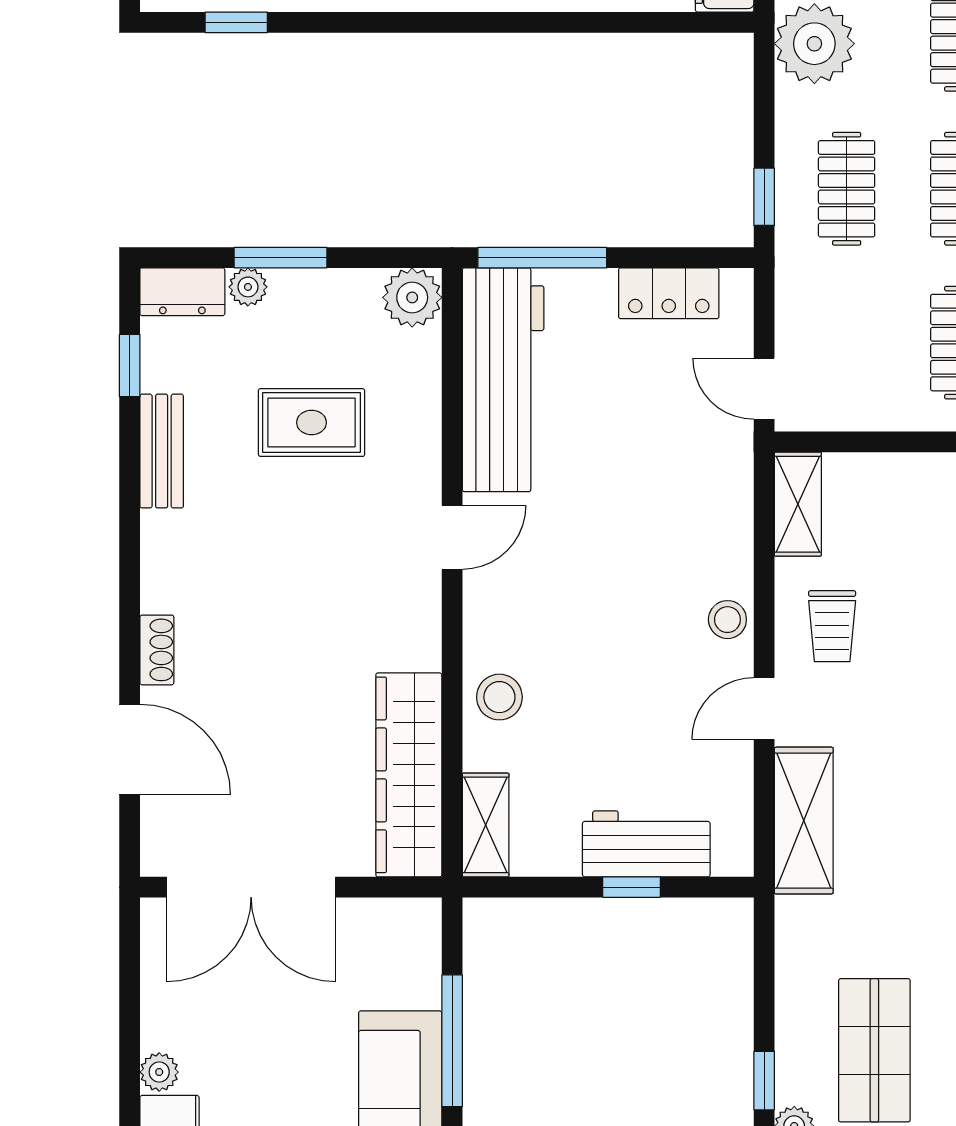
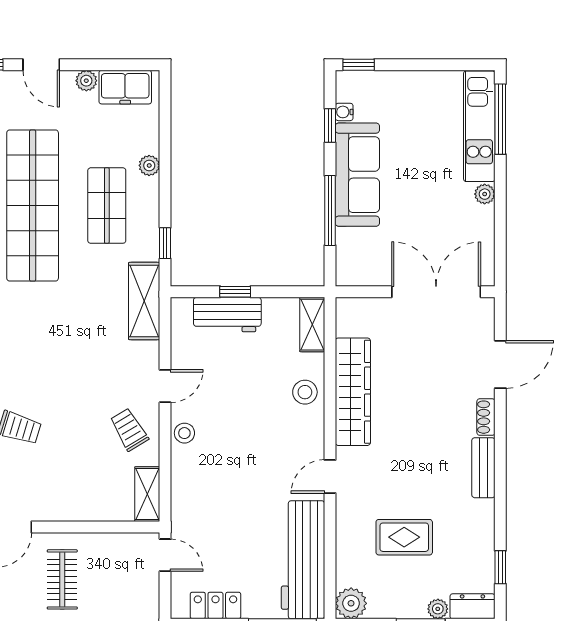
bench: (162, 451) -> (483, 468), moved
trolley: (832, 626) -> (129, 430), turned -31
door: (130, 750) -> (500, 364), swing flipped
wardrobe: (409, 775) -> (353, 392), moved
shelving: (804, 821) -> (144, 301), moved
window: (764, 1081) -> (165, 243), moved

